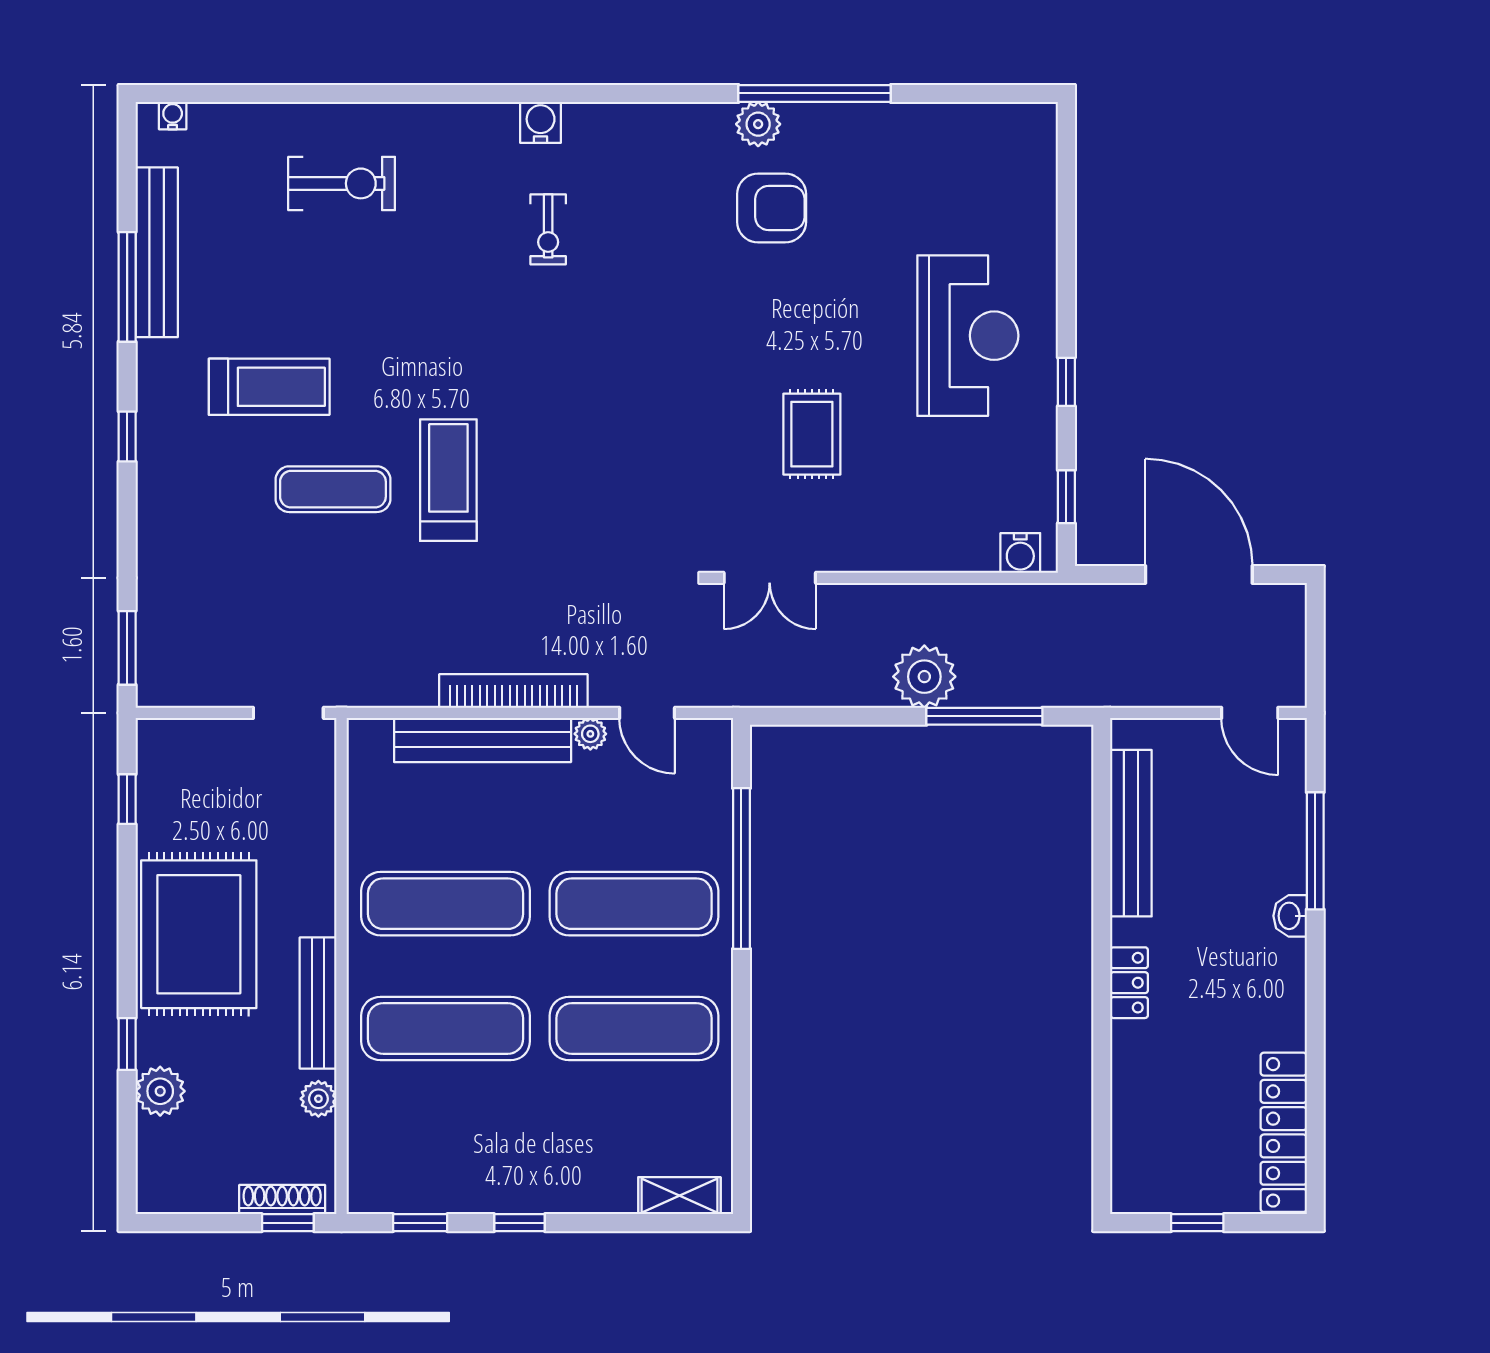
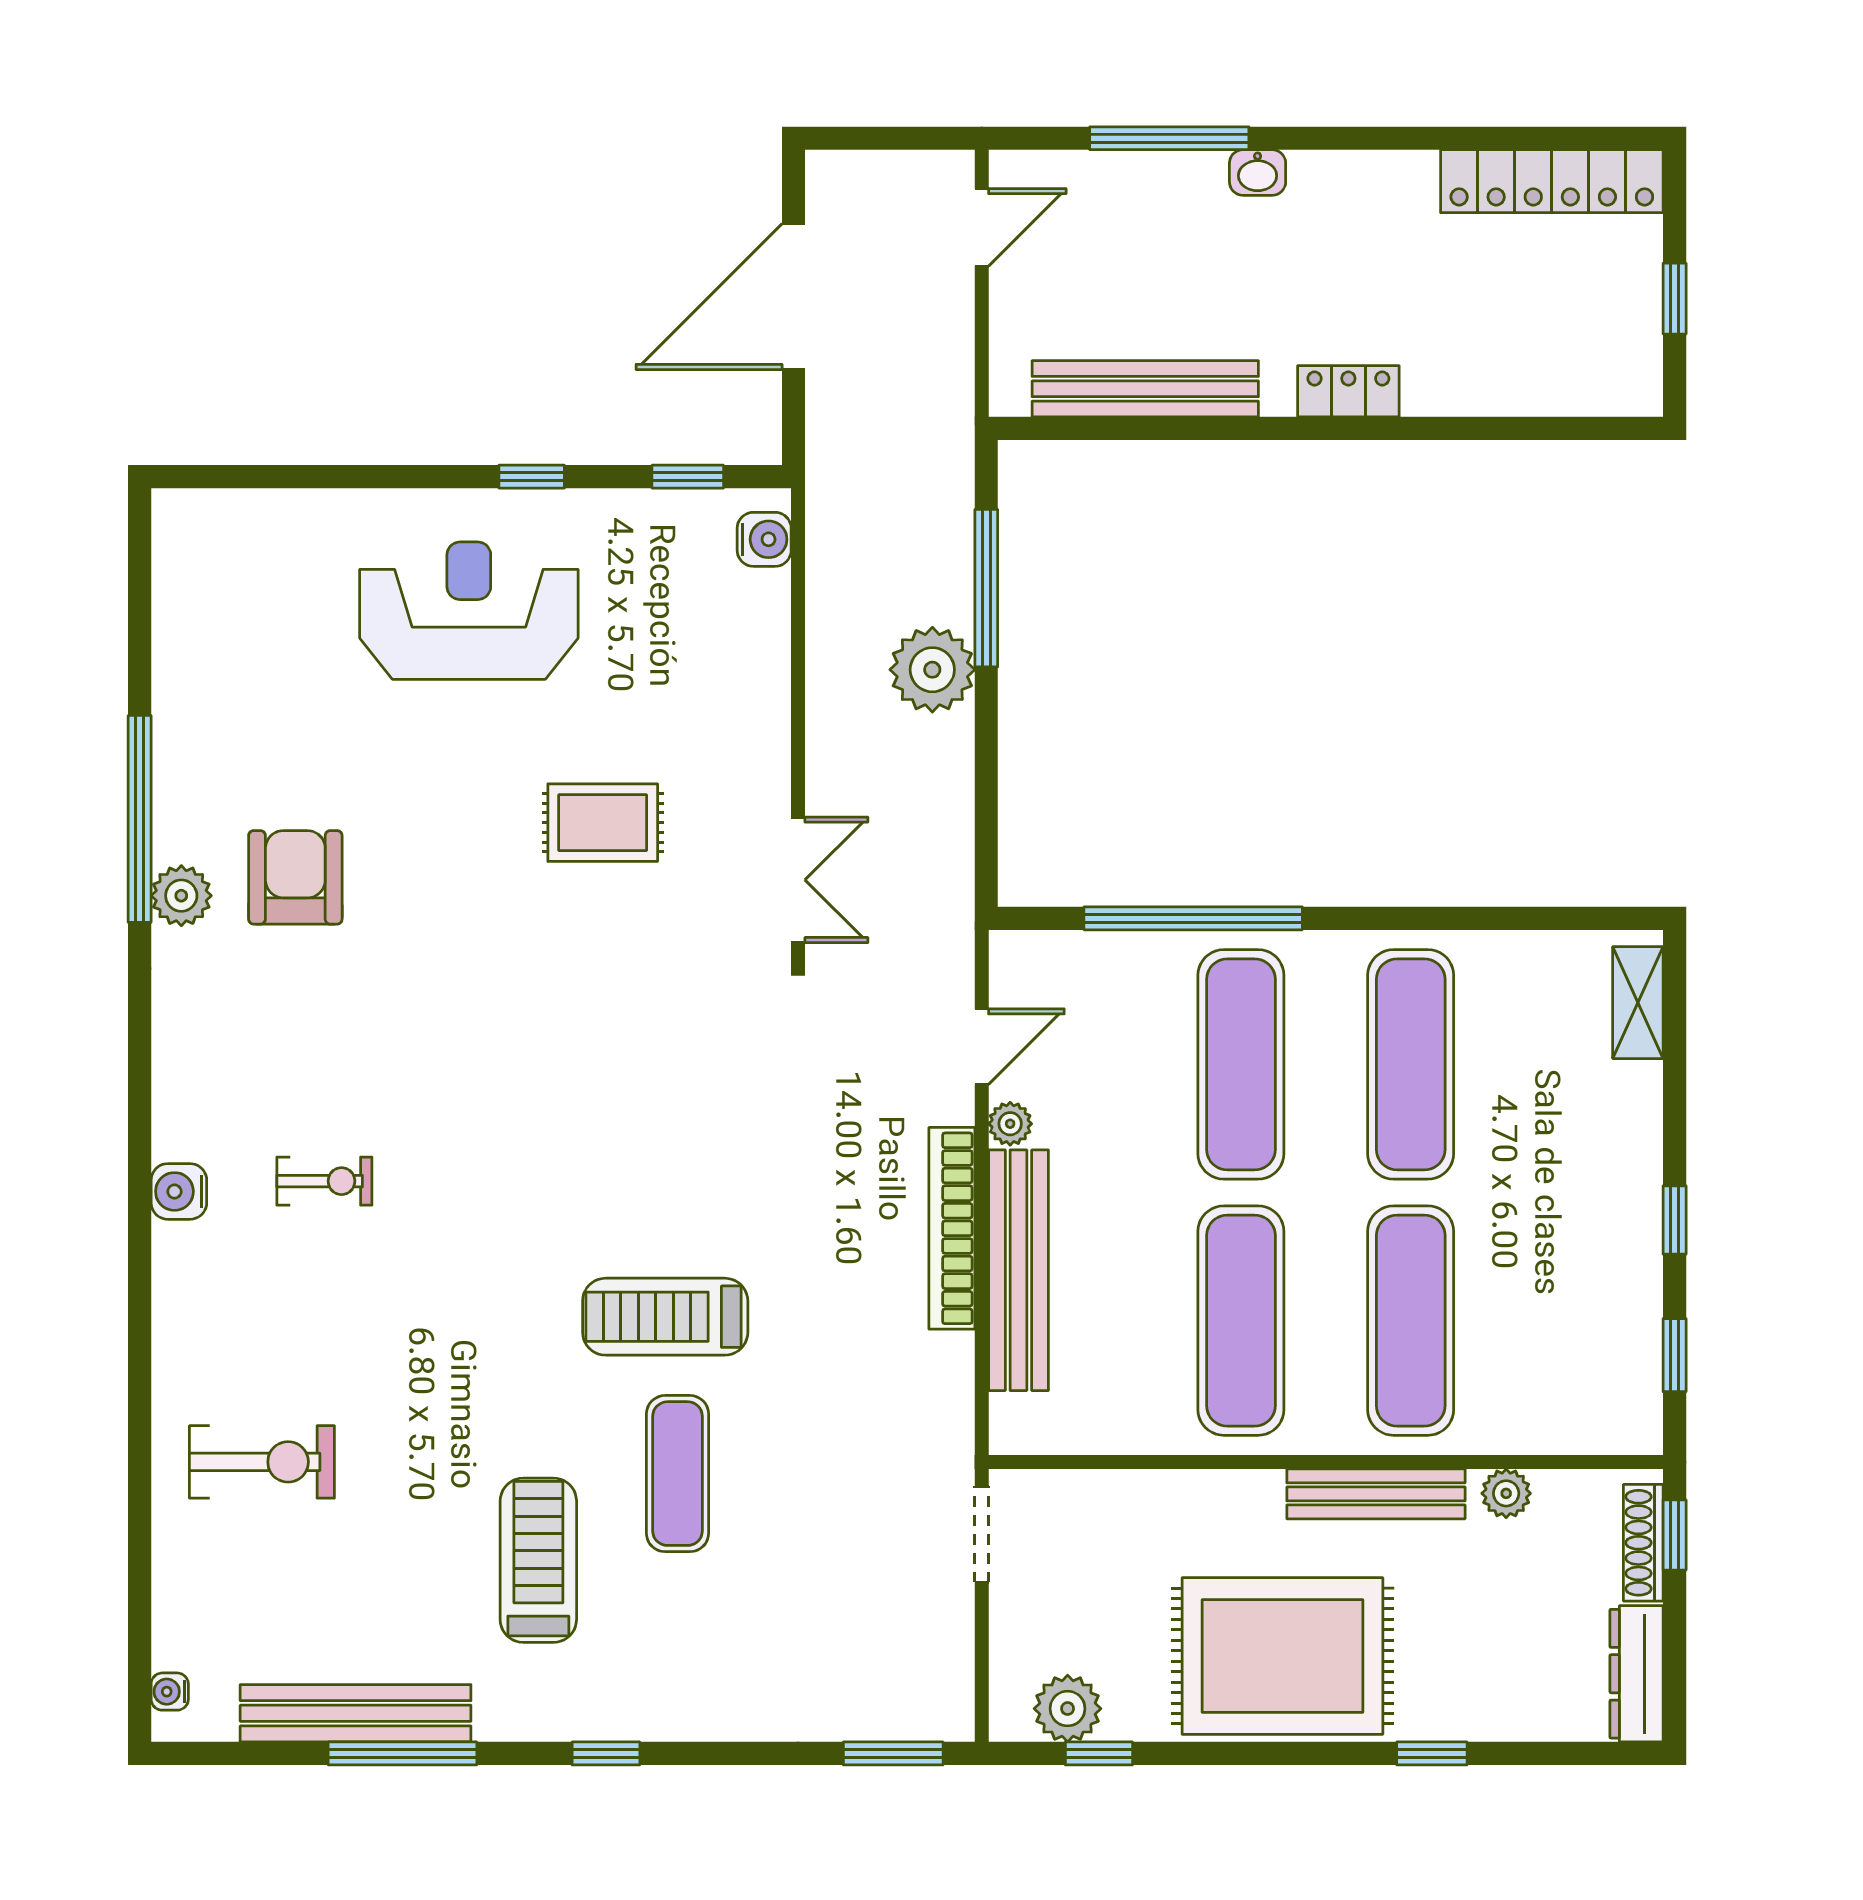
exercise bike: (342, 183) -> (262, 1462), turned 90
plant: (160, 1091) -> (1068, 1709), moved
dresser: (186, 1195) -> (1636, 1674), added

